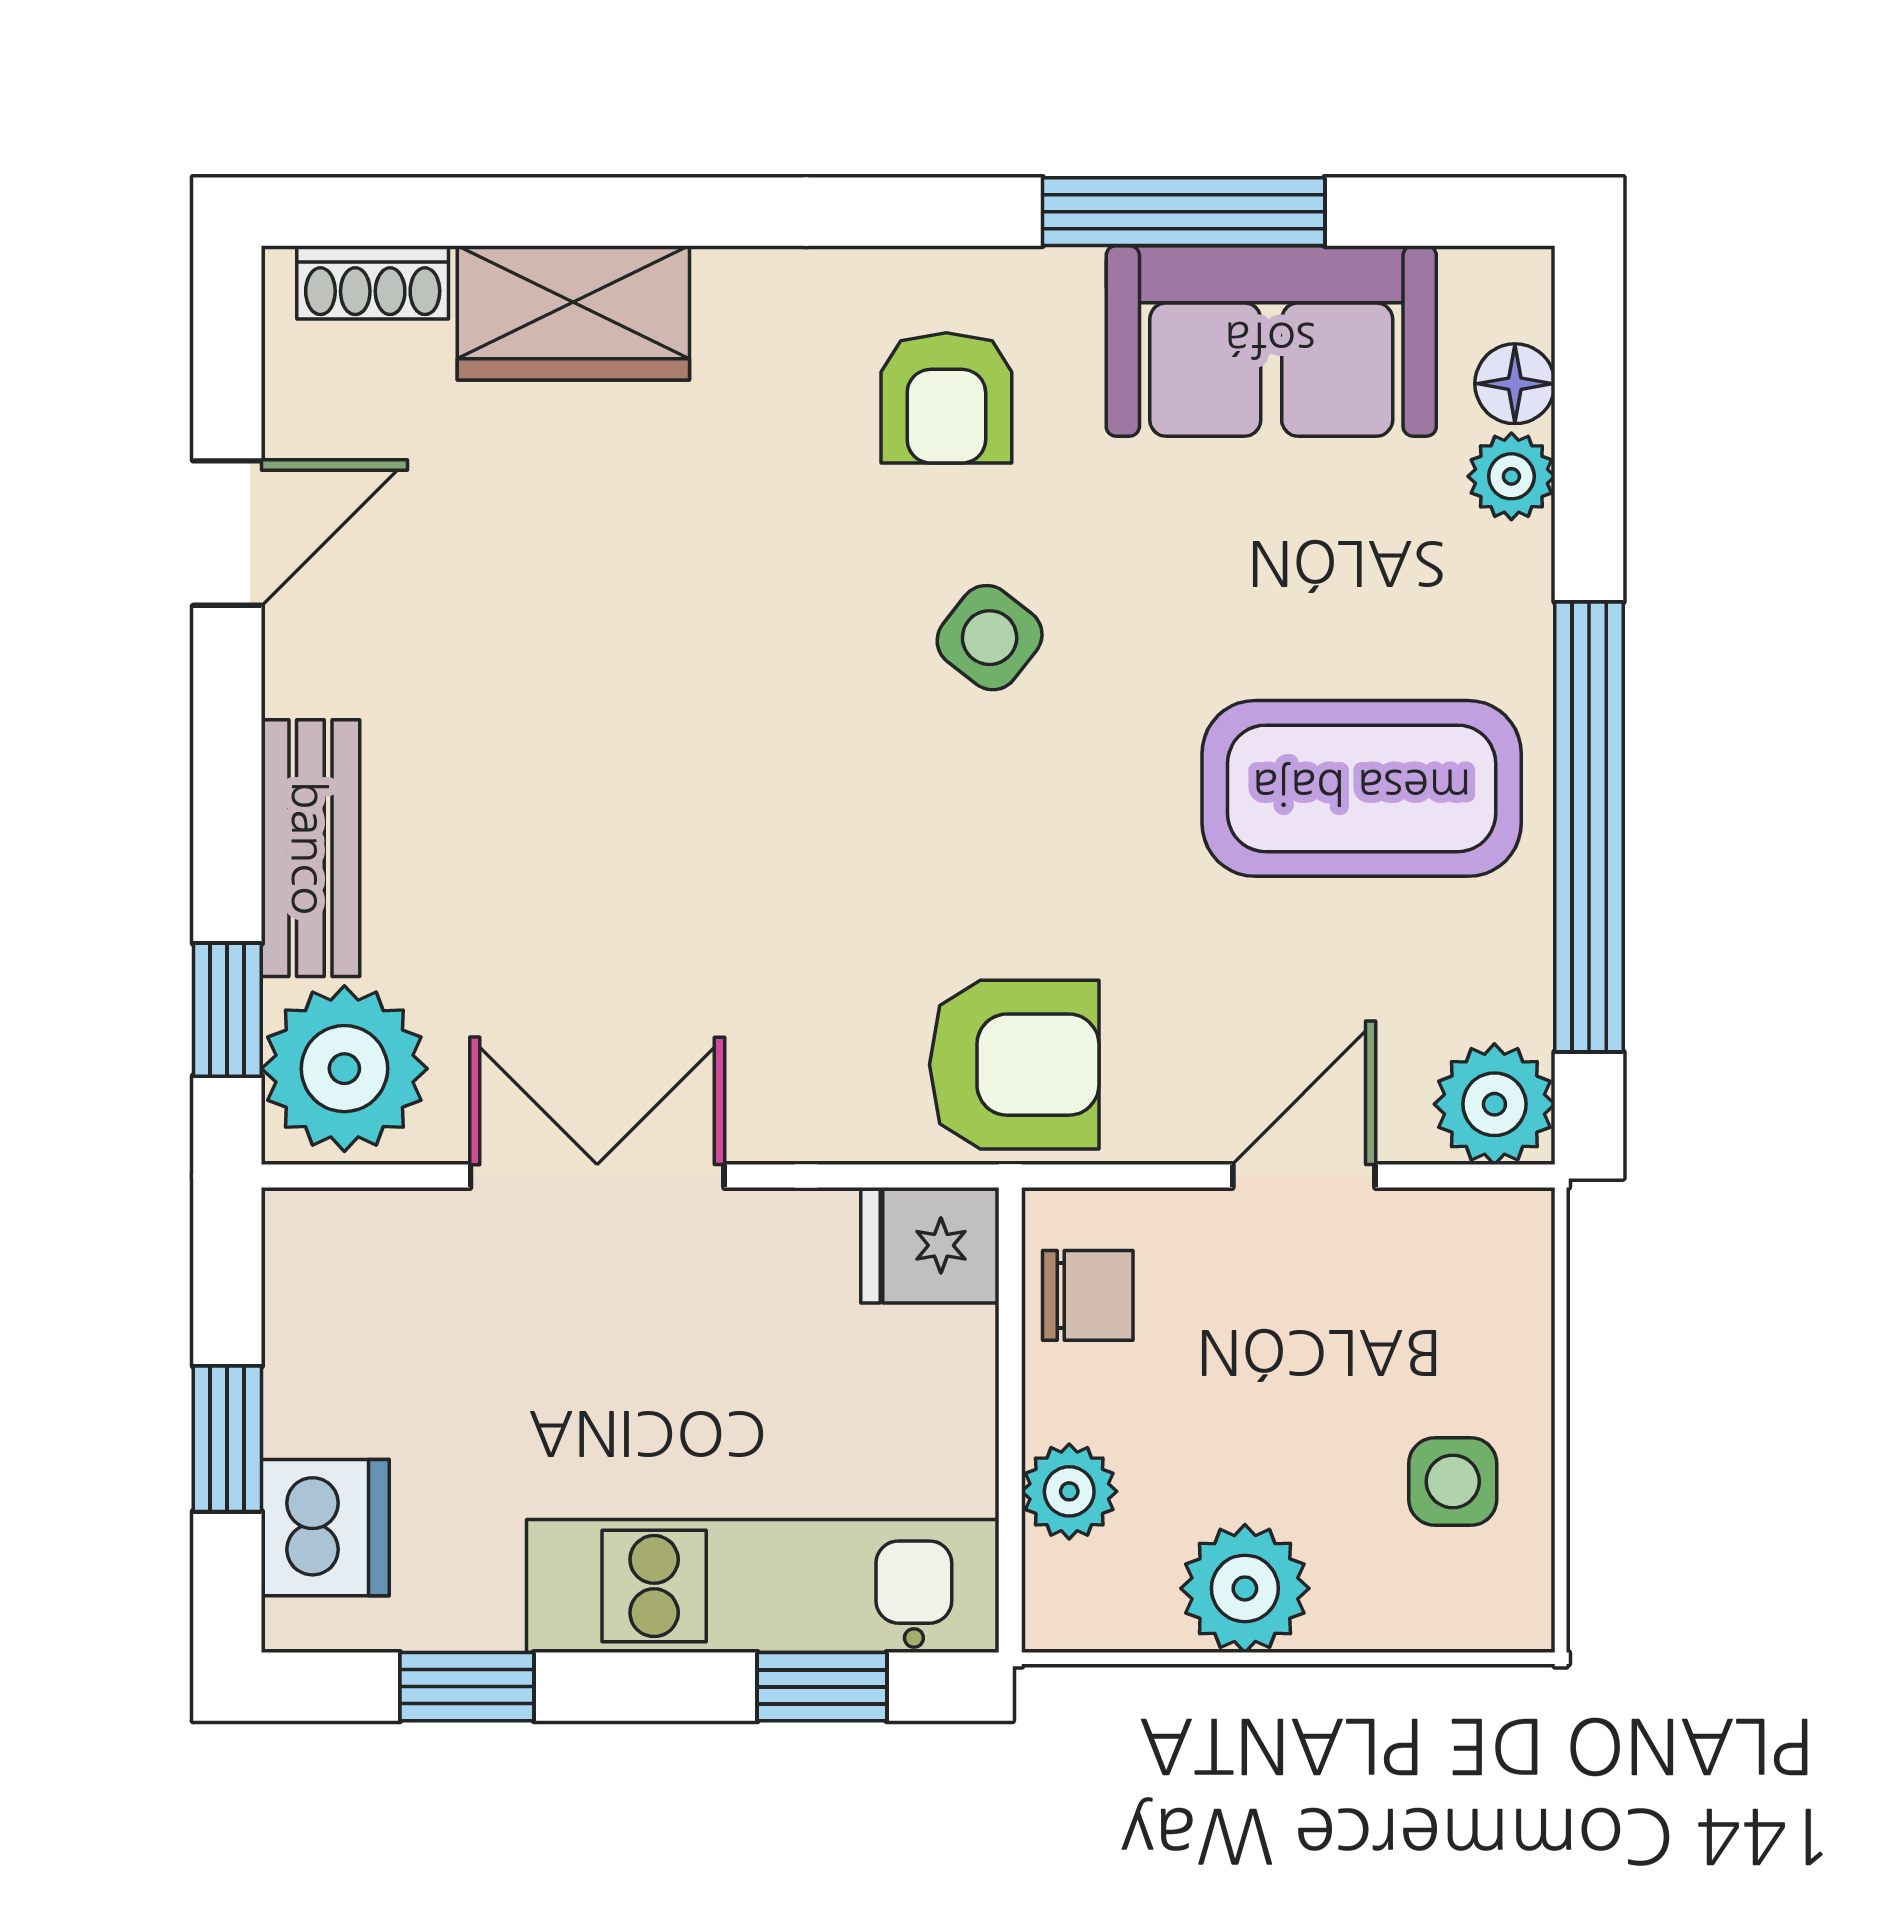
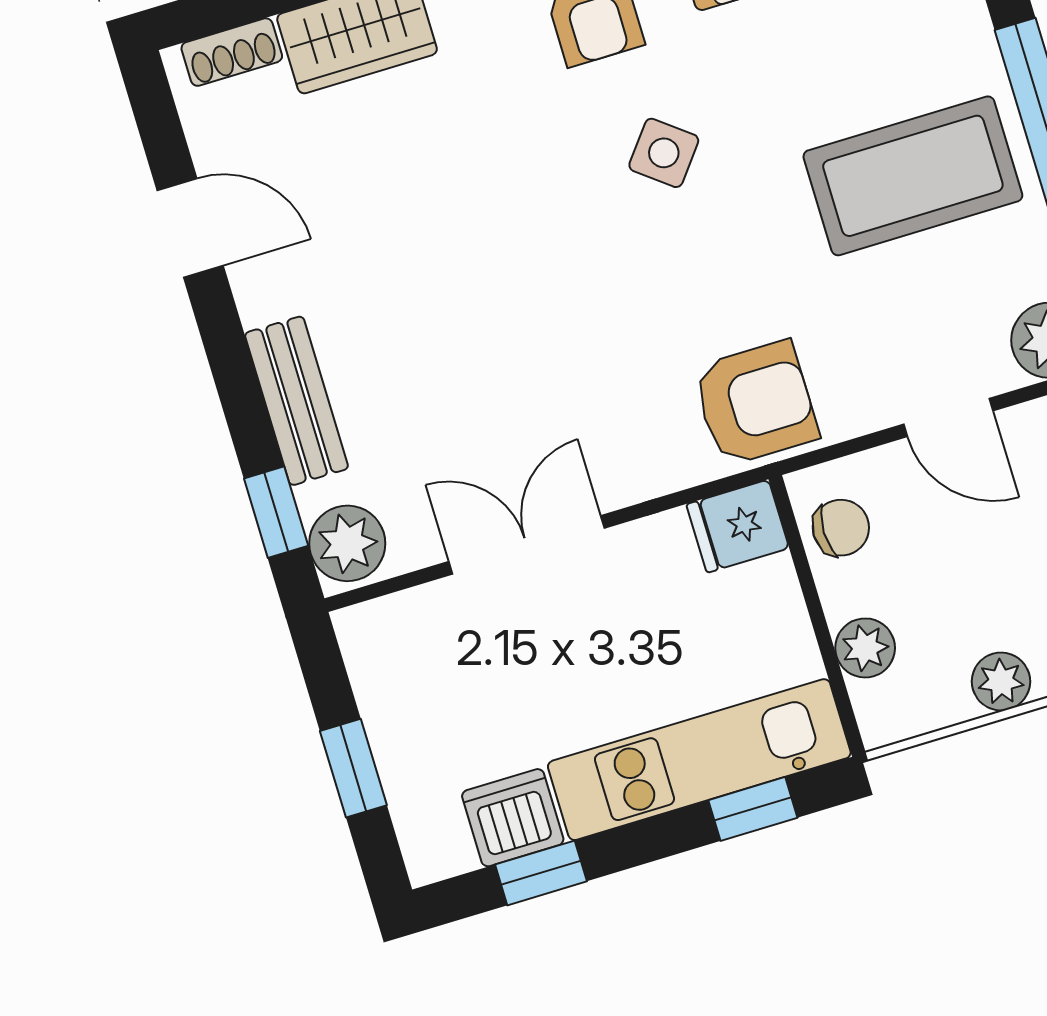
door: (227, 533) -> (190, 228), hinge flipped
plant: (344, 1069) -> (347, 543), width x0.73, depth x0.73
door: (1304, 1176) -> (948, 418), swing flipped
dishwasher: (325, 1528) -> (513, 818), moved, turned -90
plant: (1245, 1588) -> (1001, 681), width x0.73, depth x0.73

